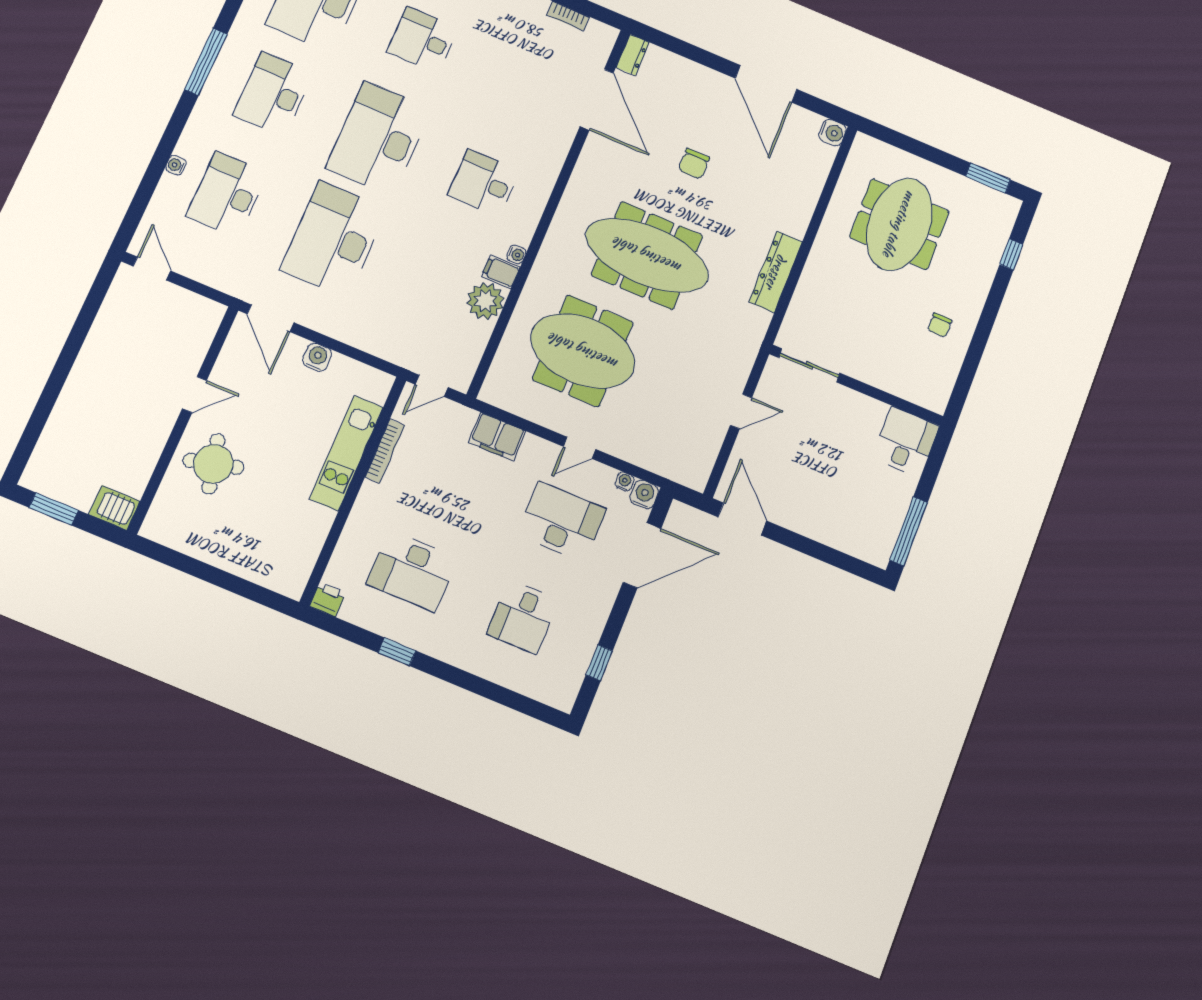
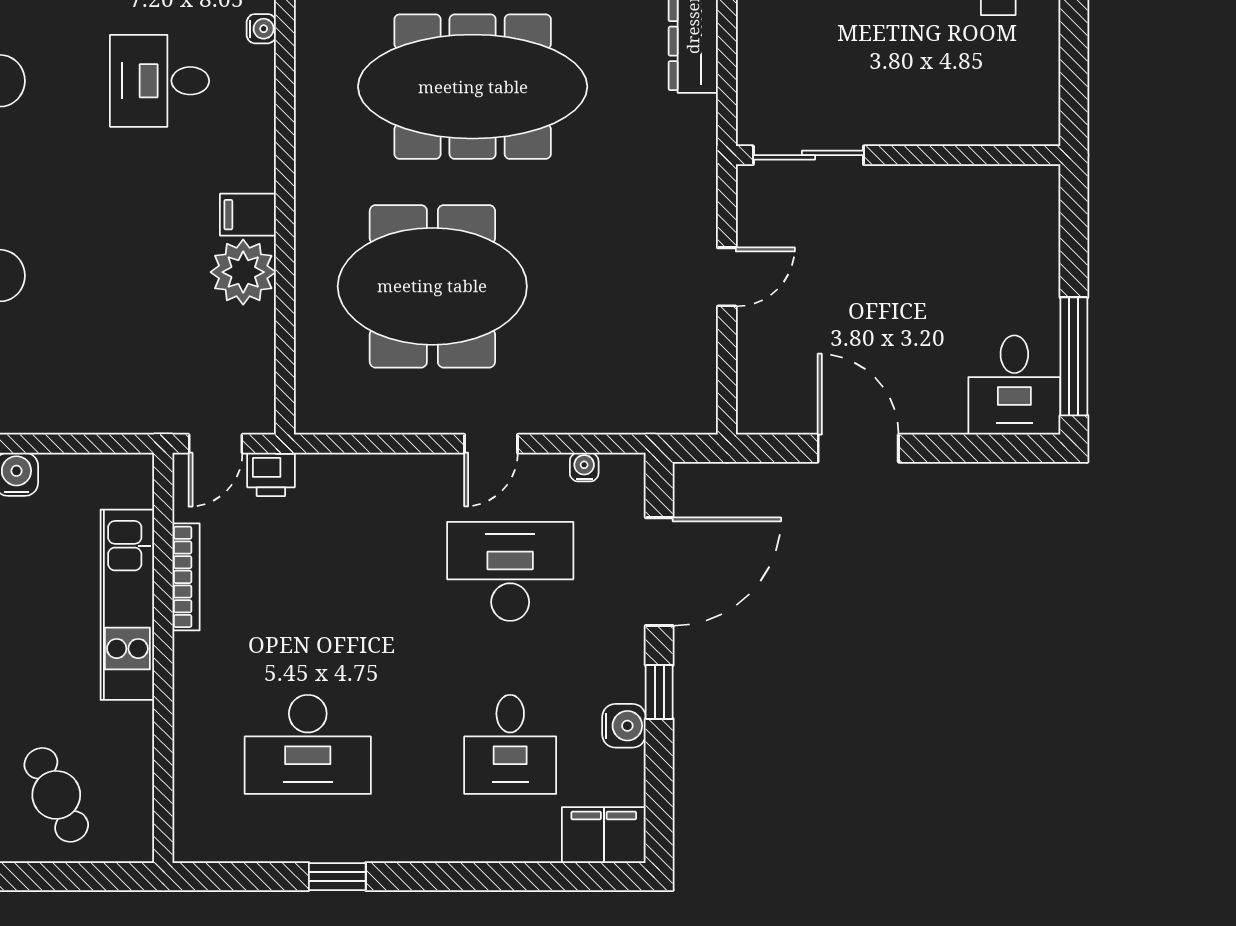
water cooler: (516, 254) -> (261, 29), moved
filing cabinet: (497, 437) -> (604, 835), moved, turned 180
desk: (906, 442) -> (1014, 385), moved, turned 180
water cooler: (644, 494) -> (624, 726), moved, turned 90
door: (742, 519) -> (858, 448), moved
cafe table: (262, 541) -> (56, 795), added
printer: (328, 600) -> (271, 474), moved, turned 180
window: (599, 663) -> (659, 692), moved

